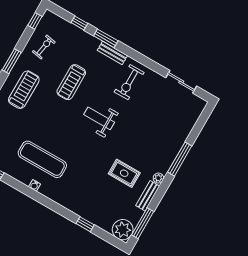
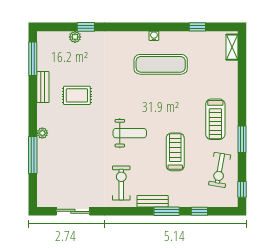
exercise bike: (44, 47) -> (220, 170), width x1.38, depth x1.39
window: (180, 159) -> (33, 155), moved
plant: (158, 178) -> (42, 133), moved
plant: (123, 230) -> (75, 37), moved, width x0.53, depth x0.53

